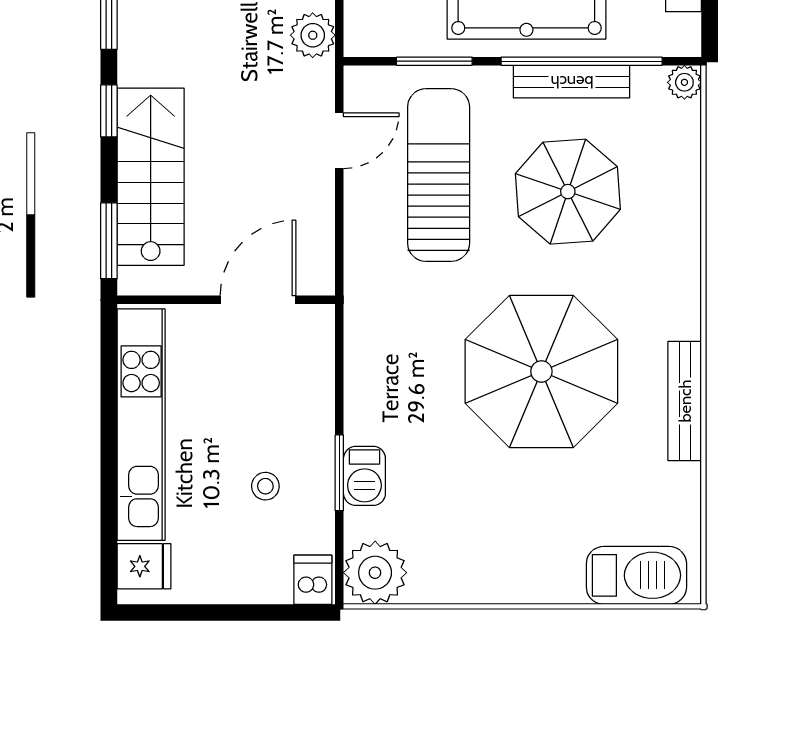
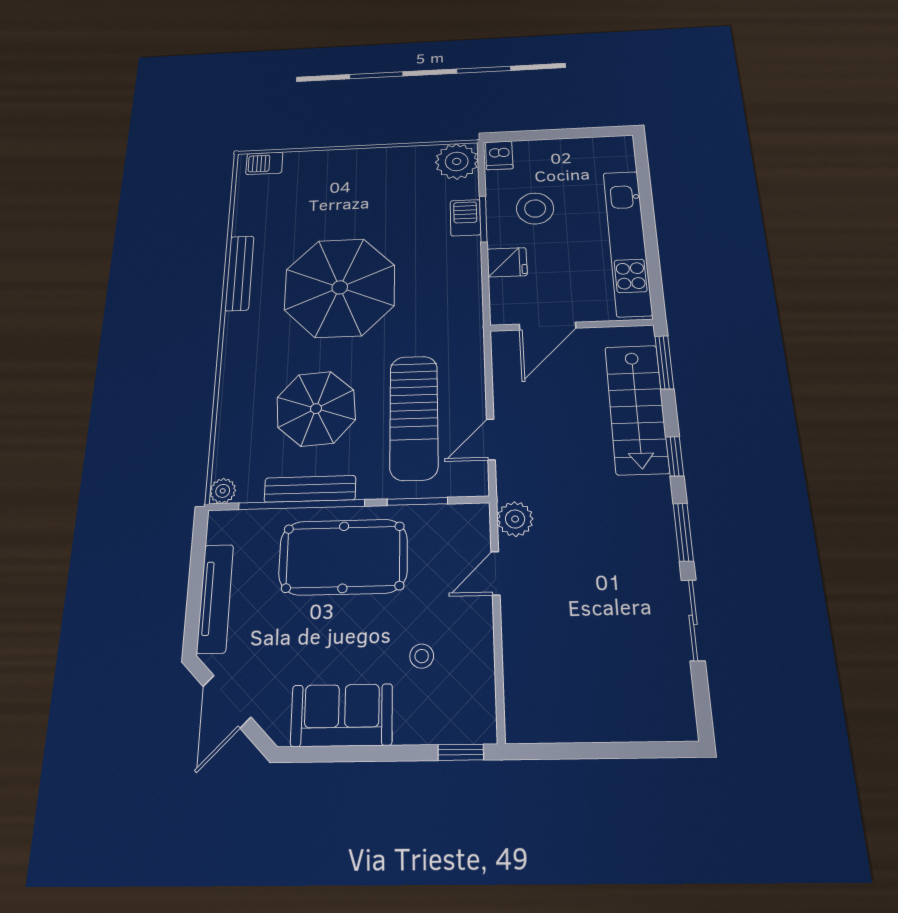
stool: (265, 486) -> (535, 208), width x1.89, depth x1.89
fridge: (144, 566) -> (507, 262), moved, turned 180
barbecue: (636, 575) -> (264, 163), width x0.53, depth x0.65

